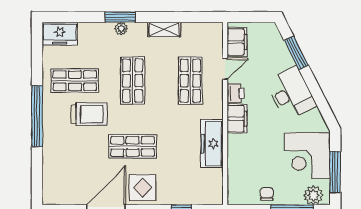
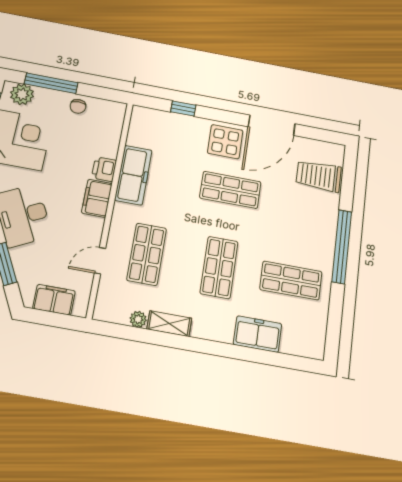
window: (120, 17) -> (223, 350), removed
plant: (121, 29) -> (138, 319), moved
freezer: (60, 34) -> (258, 334), moved
filing cabinet: (237, 42) -> (54, 300), moved, turned 90
printer: (236, 93) -> (104, 169), moved
trolley: (89, 114) -> (319, 176), moved

